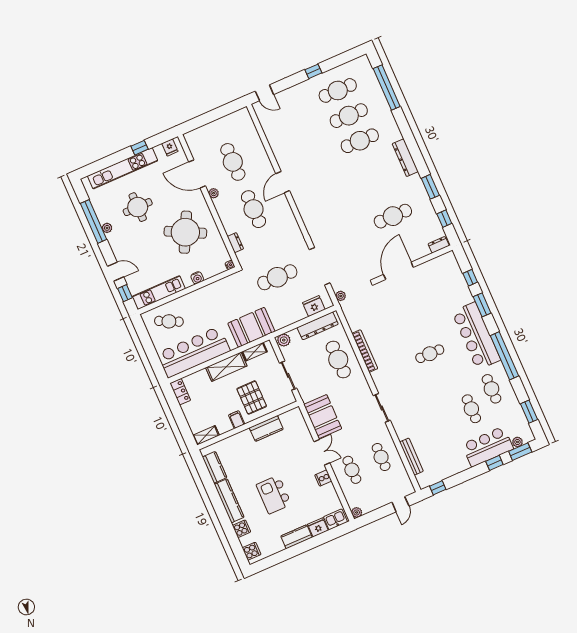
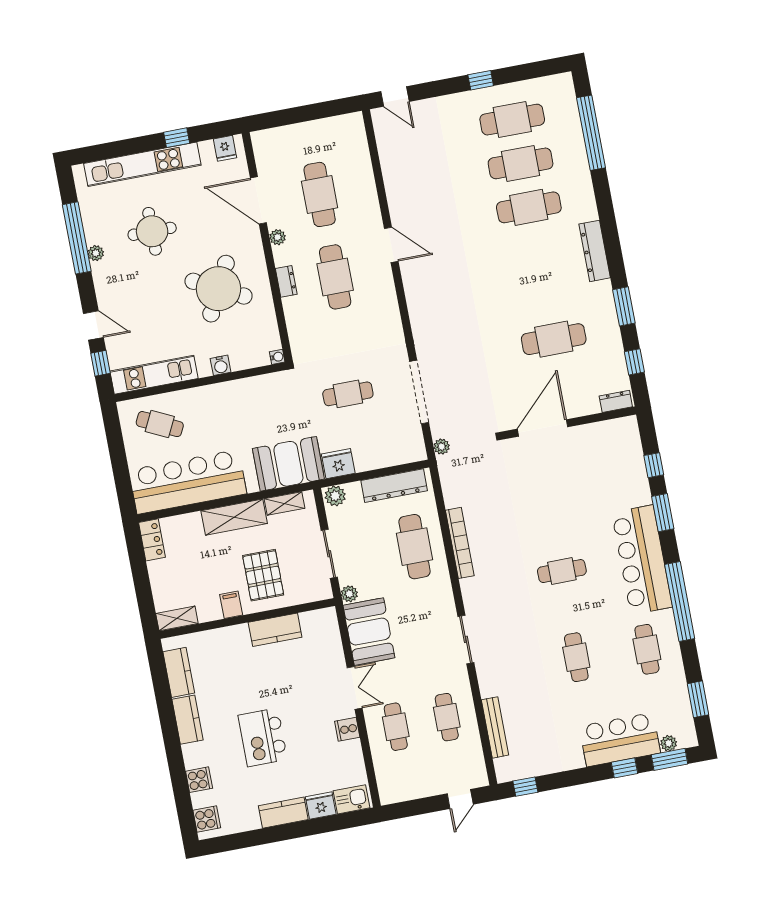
door: (283, 182) -> (391, 245), swing flipped
dresser: (235, 243) -> (286, 281), moved
cafe table: (277, 277) -> (348, 394), width x0.73, depth x0.74
fridge: (314, 306) -> (338, 464), moved
cafe table: (471, 409) -> (576, 657), moved
kitchen counter: (229, 501) -> (187, 720), width x0.67
plant: (357, 512) -> (349, 594), moved

